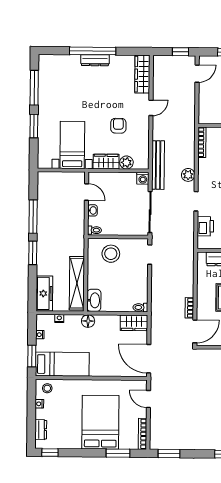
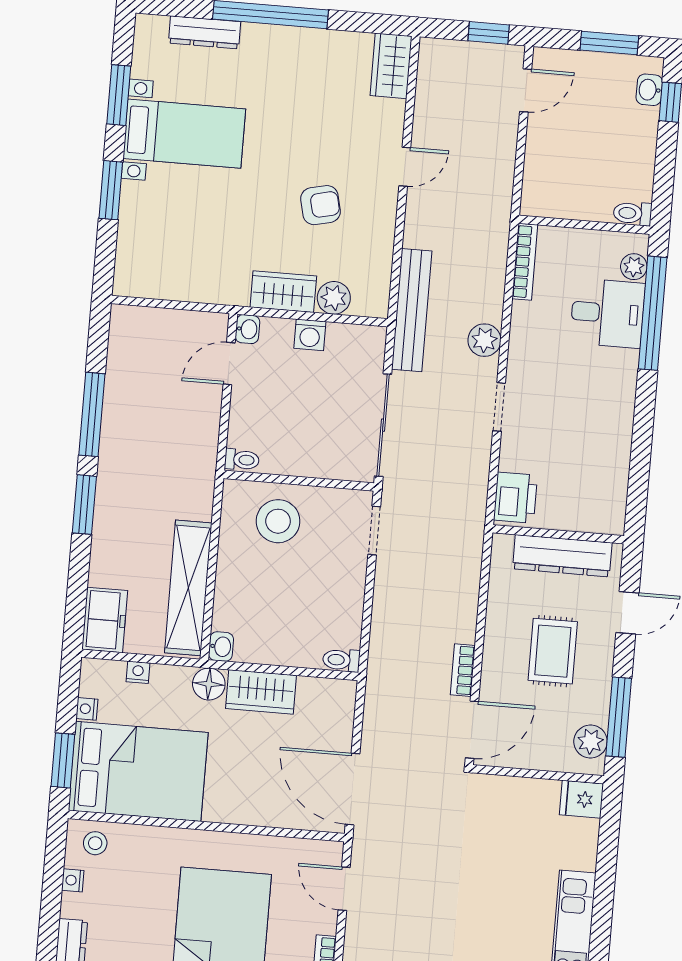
dresser: (95, 60) -> (205, 32), moved
wardrobe: (142, 74) -> (391, 66), width x0.67
window: (34, 88) -> (119, 95), width x0.69
armchair: (118, 126) -> (320, 205), turned 77
bed with nightstands: (72, 145) -> (184, 134), moved, turned 90
washing machine: (143, 178) -> (310, 335), moved
door: (87, 192) -> (229, 364), swing flipped
washbasin: (93, 210) -> (247, 329), moved
printer: (205, 226) -> (515, 498), moved
freezer: (44, 293) -> (105, 620), width x0.71
washbasin: (94, 300) -> (221, 647), width x0.52, depth x0.69
wardrobe: (134, 323) -> (261, 692), moved
bed: (62, 364) -> (138, 771), width x1.50

